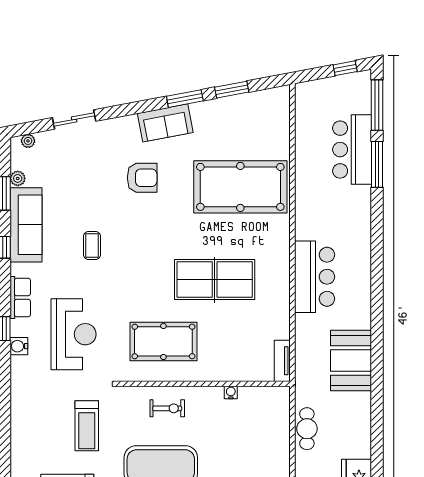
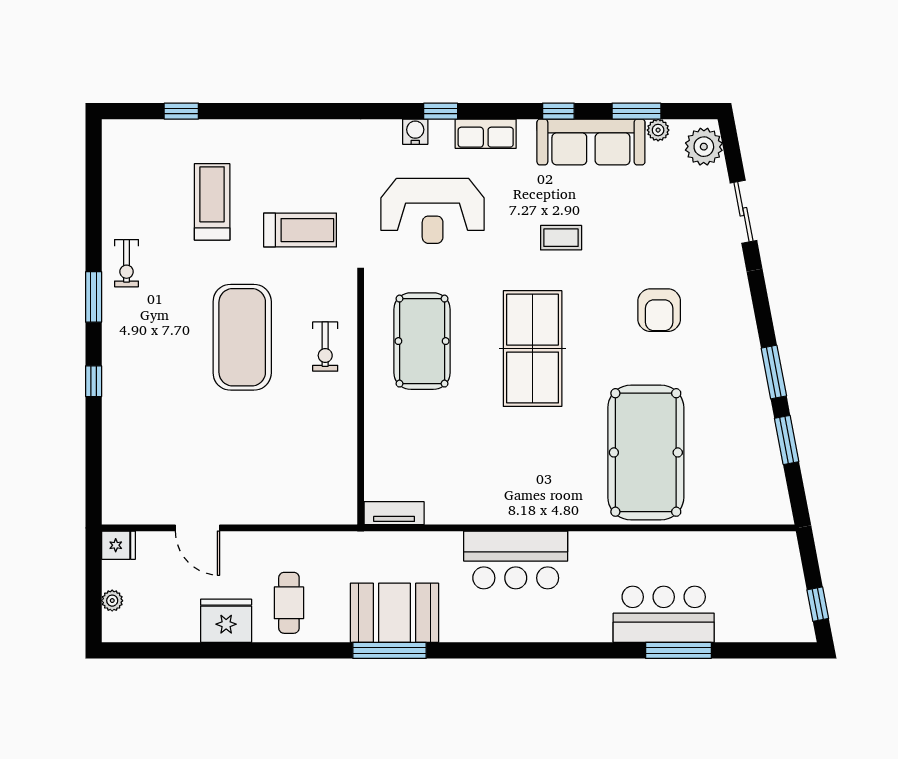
window: (377, 105) -> (389, 650), moved
sofa: (165, 123) -> (738, 344), removed
plant: (28, 141) -> (704, 147), width x1.87, depth x1.87
bar counter: (352, 150) -> (664, 614), moved
table tennis table: (215, 280) -> (533, 349), moved
water cooler: (231, 393) -> (348, 439), removed
treadmill: (87, 426) -> (300, 230), turned 180
cafe table: (307, 429) -> (289, 603), moved, turned 90

